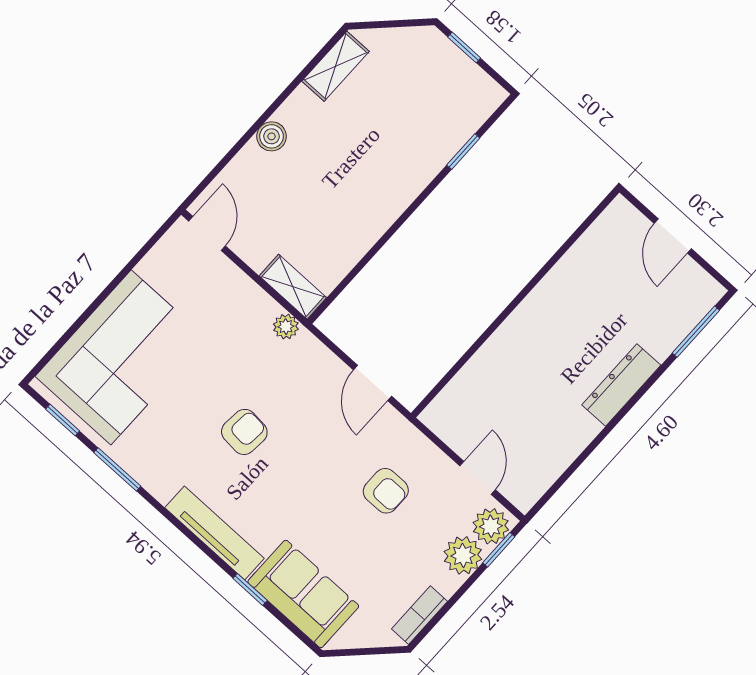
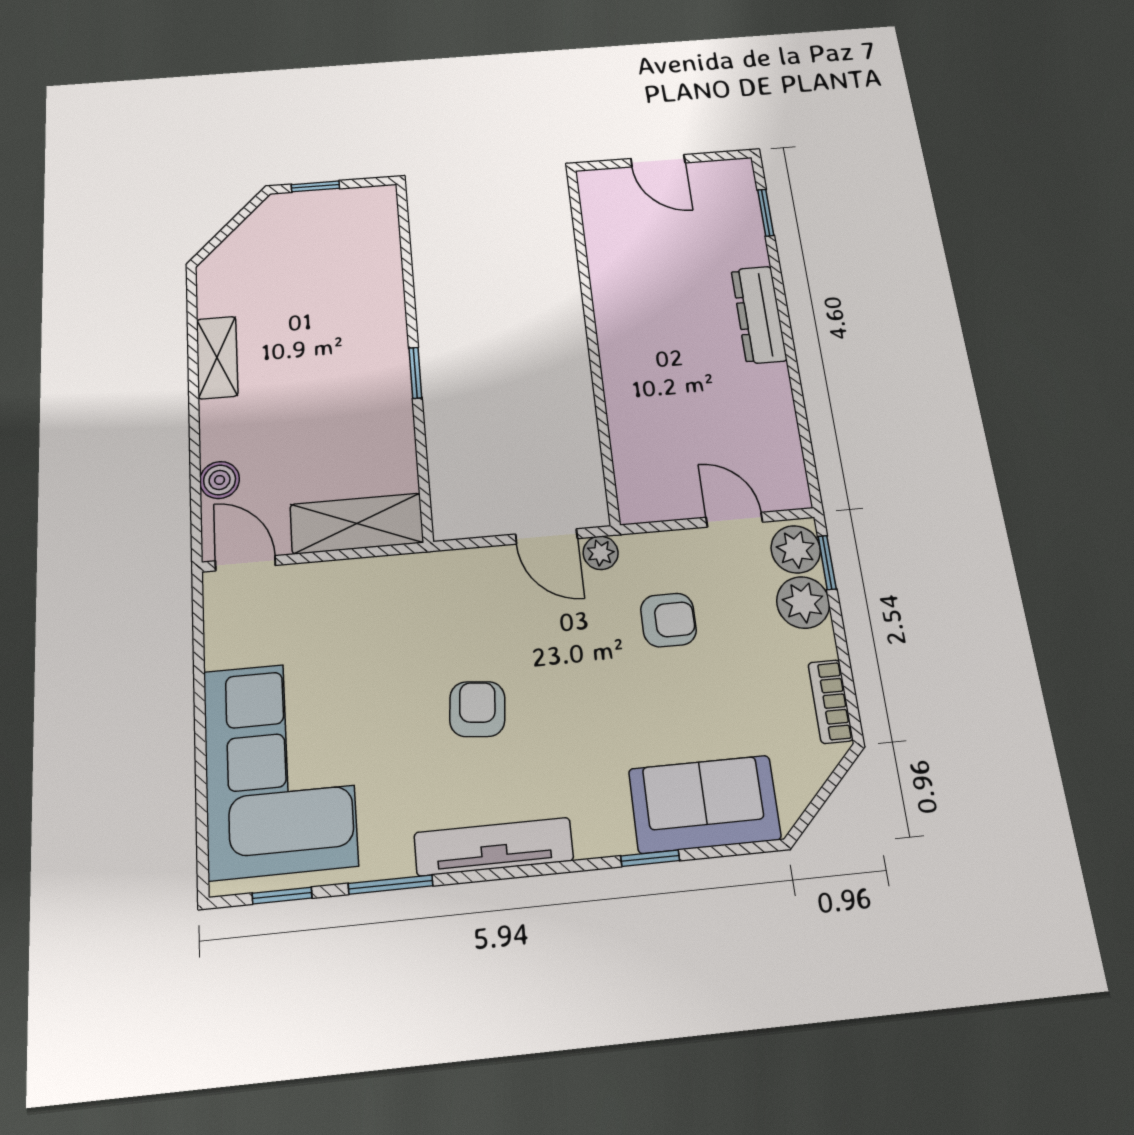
shelving: (336, 66) -> (217, 357), moved
boiler: (272, 136) -> (220, 480), moved
window: (463, 152) -> (415, 373), moved
shelving: (293, 287) -> (357, 524), width x1.50, depth x1.33
plant: (286, 327) -> (601, 553), moved
window: (696, 332) -> (766, 213), width x0.67
tv unit: (214, 533) -> (494, 847), moved

